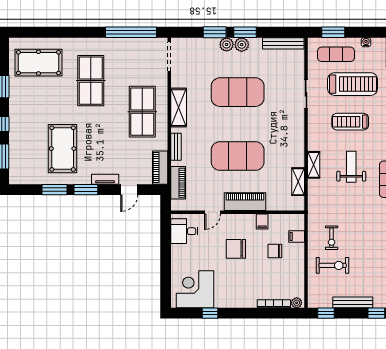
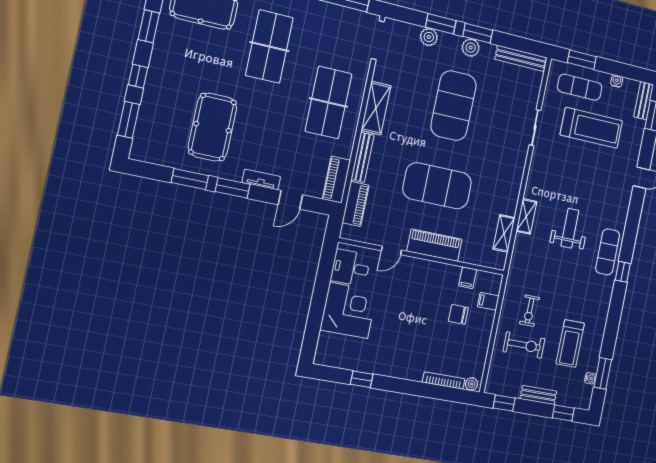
plant: (227, 44) -> (429, 37), moved
exercise mat: (238, 92) -> (454, 106), turned 90
treadmill: (350, 122) -> (570, 343), moved, turned -90
bench: (176, 147) -> (362, 157), width x1.36
filing cabinet: (262, 222) -> (468, 278), moved
chair: (236, 249) -> (411, 303), removed
corner desk: (195, 289) -> (349, 310), moved, turned 90
bench: (353, 302) -> (538, 395), width x0.73

